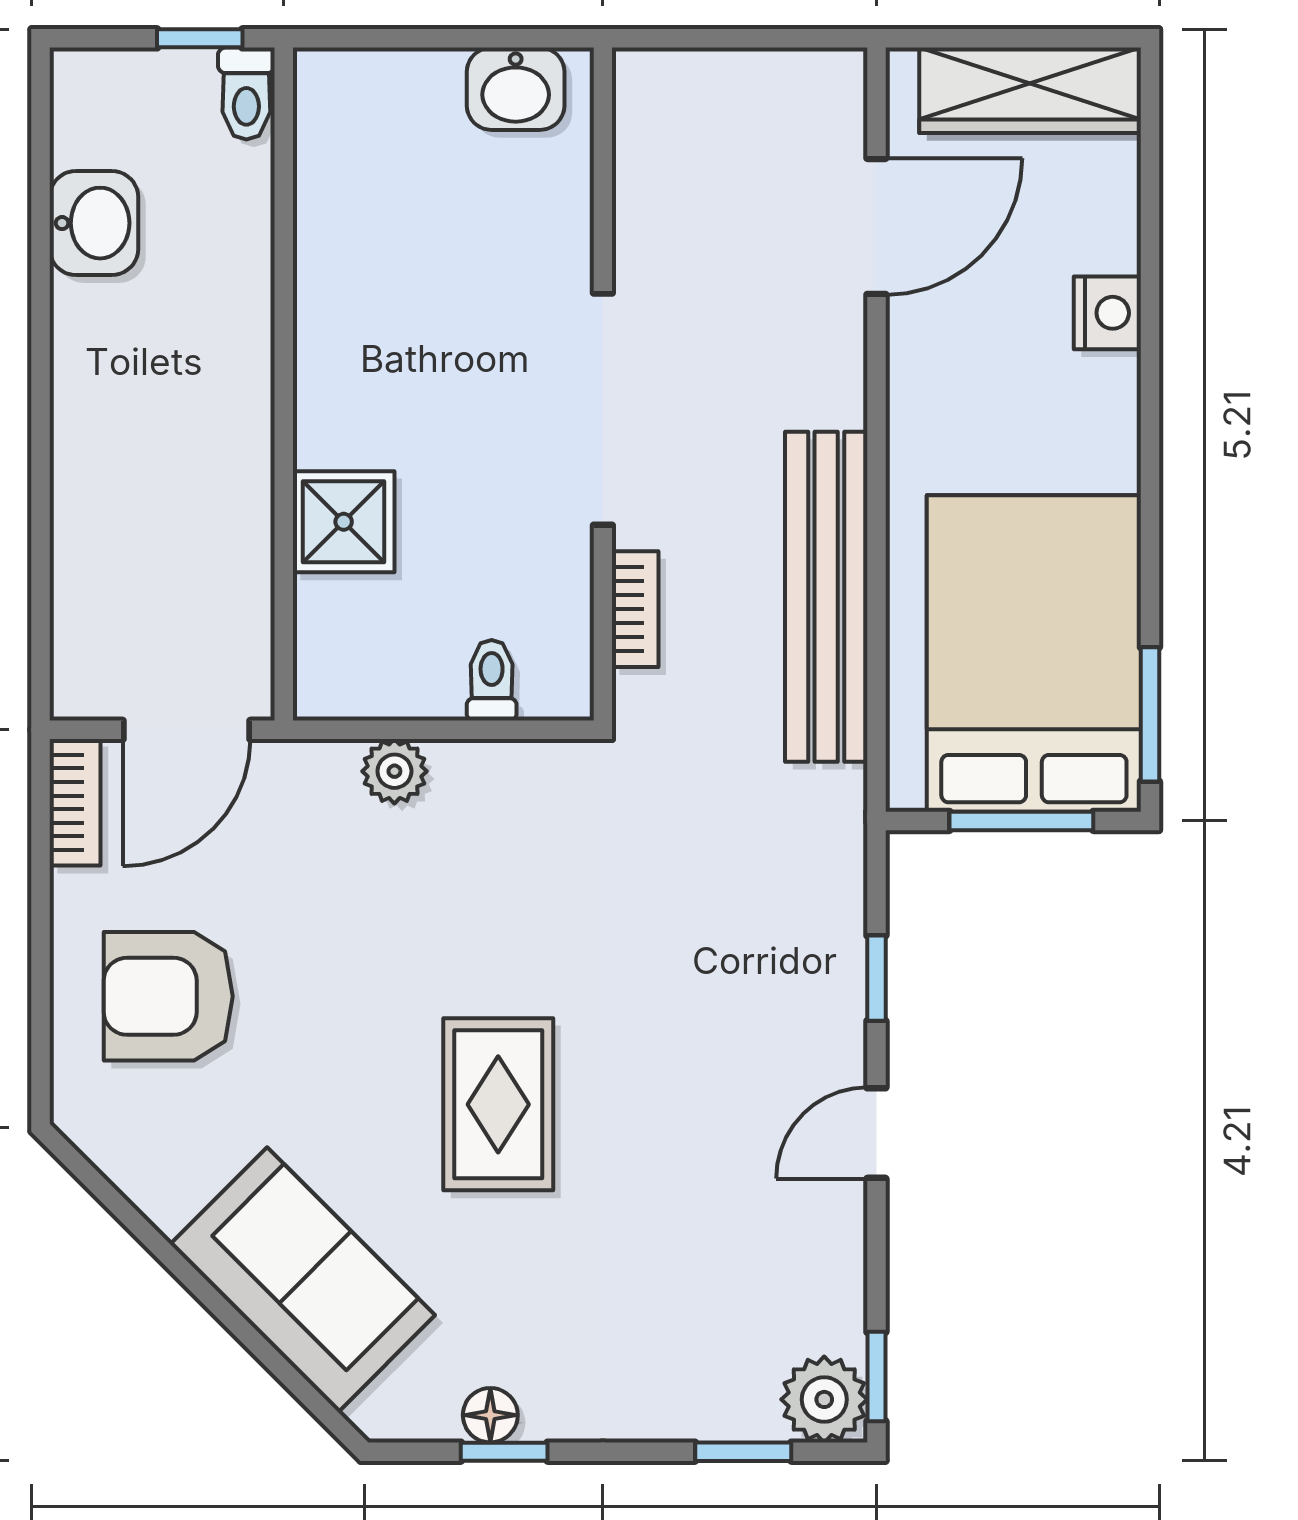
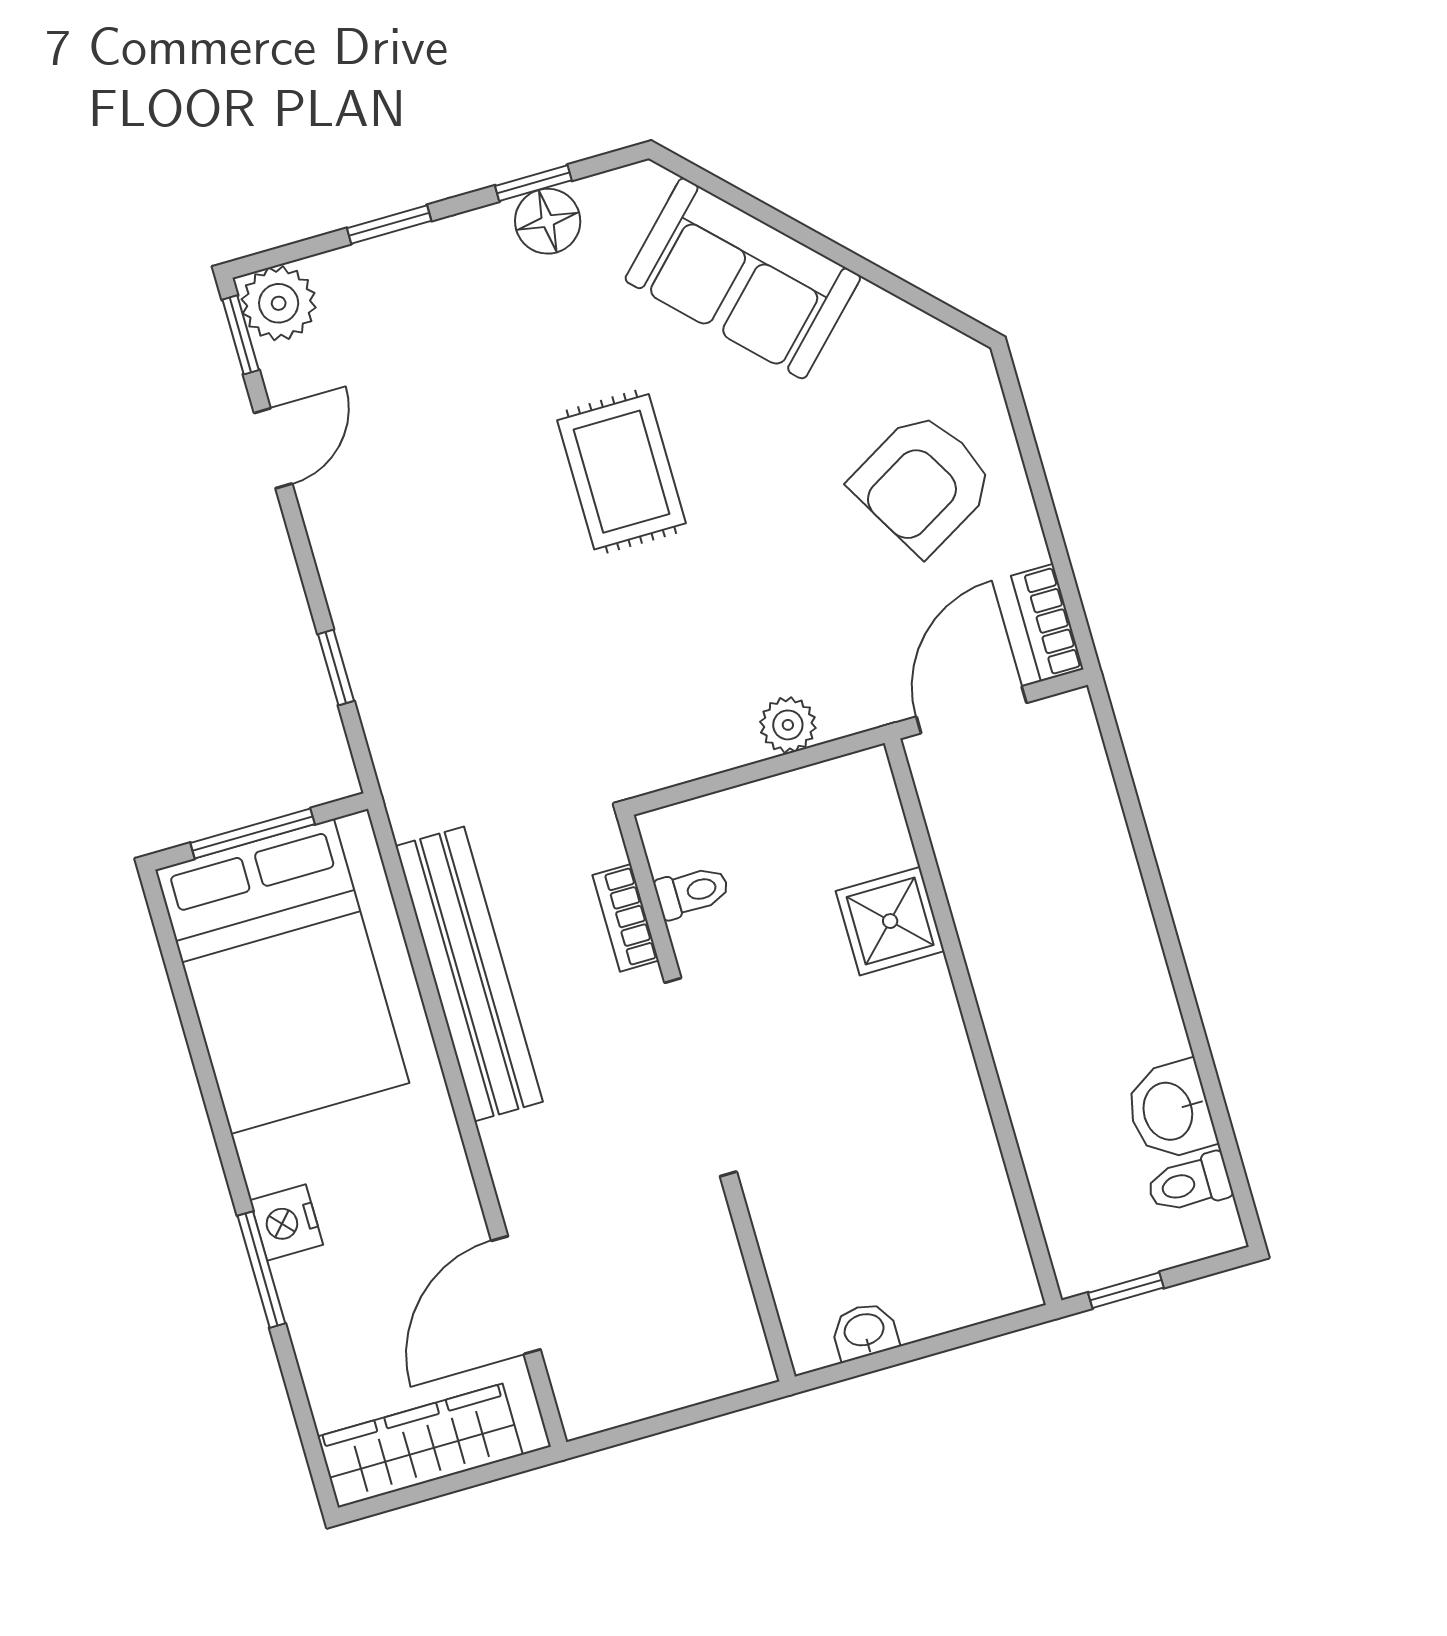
washbasin: (516, 89) -> (864, 1331), width x0.72, depth x0.69
toilet: (246, 93) -> (1189, 1183), moved, turned -90
nightstand: (1107, 313) -> (286, 1223), moved
toilet: (492, 680) -> (692, 892), moved, turned -90
window: (1150, 714) -> (261, 1270), moved
armchair: (168, 996) -> (923, 483), turned 150
door: (876, 1133) -> (273, 448), moved
floor lamp: (490, 1415) -> (548, 221), width x1.37, depth x1.37
window: (743, 1452) -> (389, 224), moved

